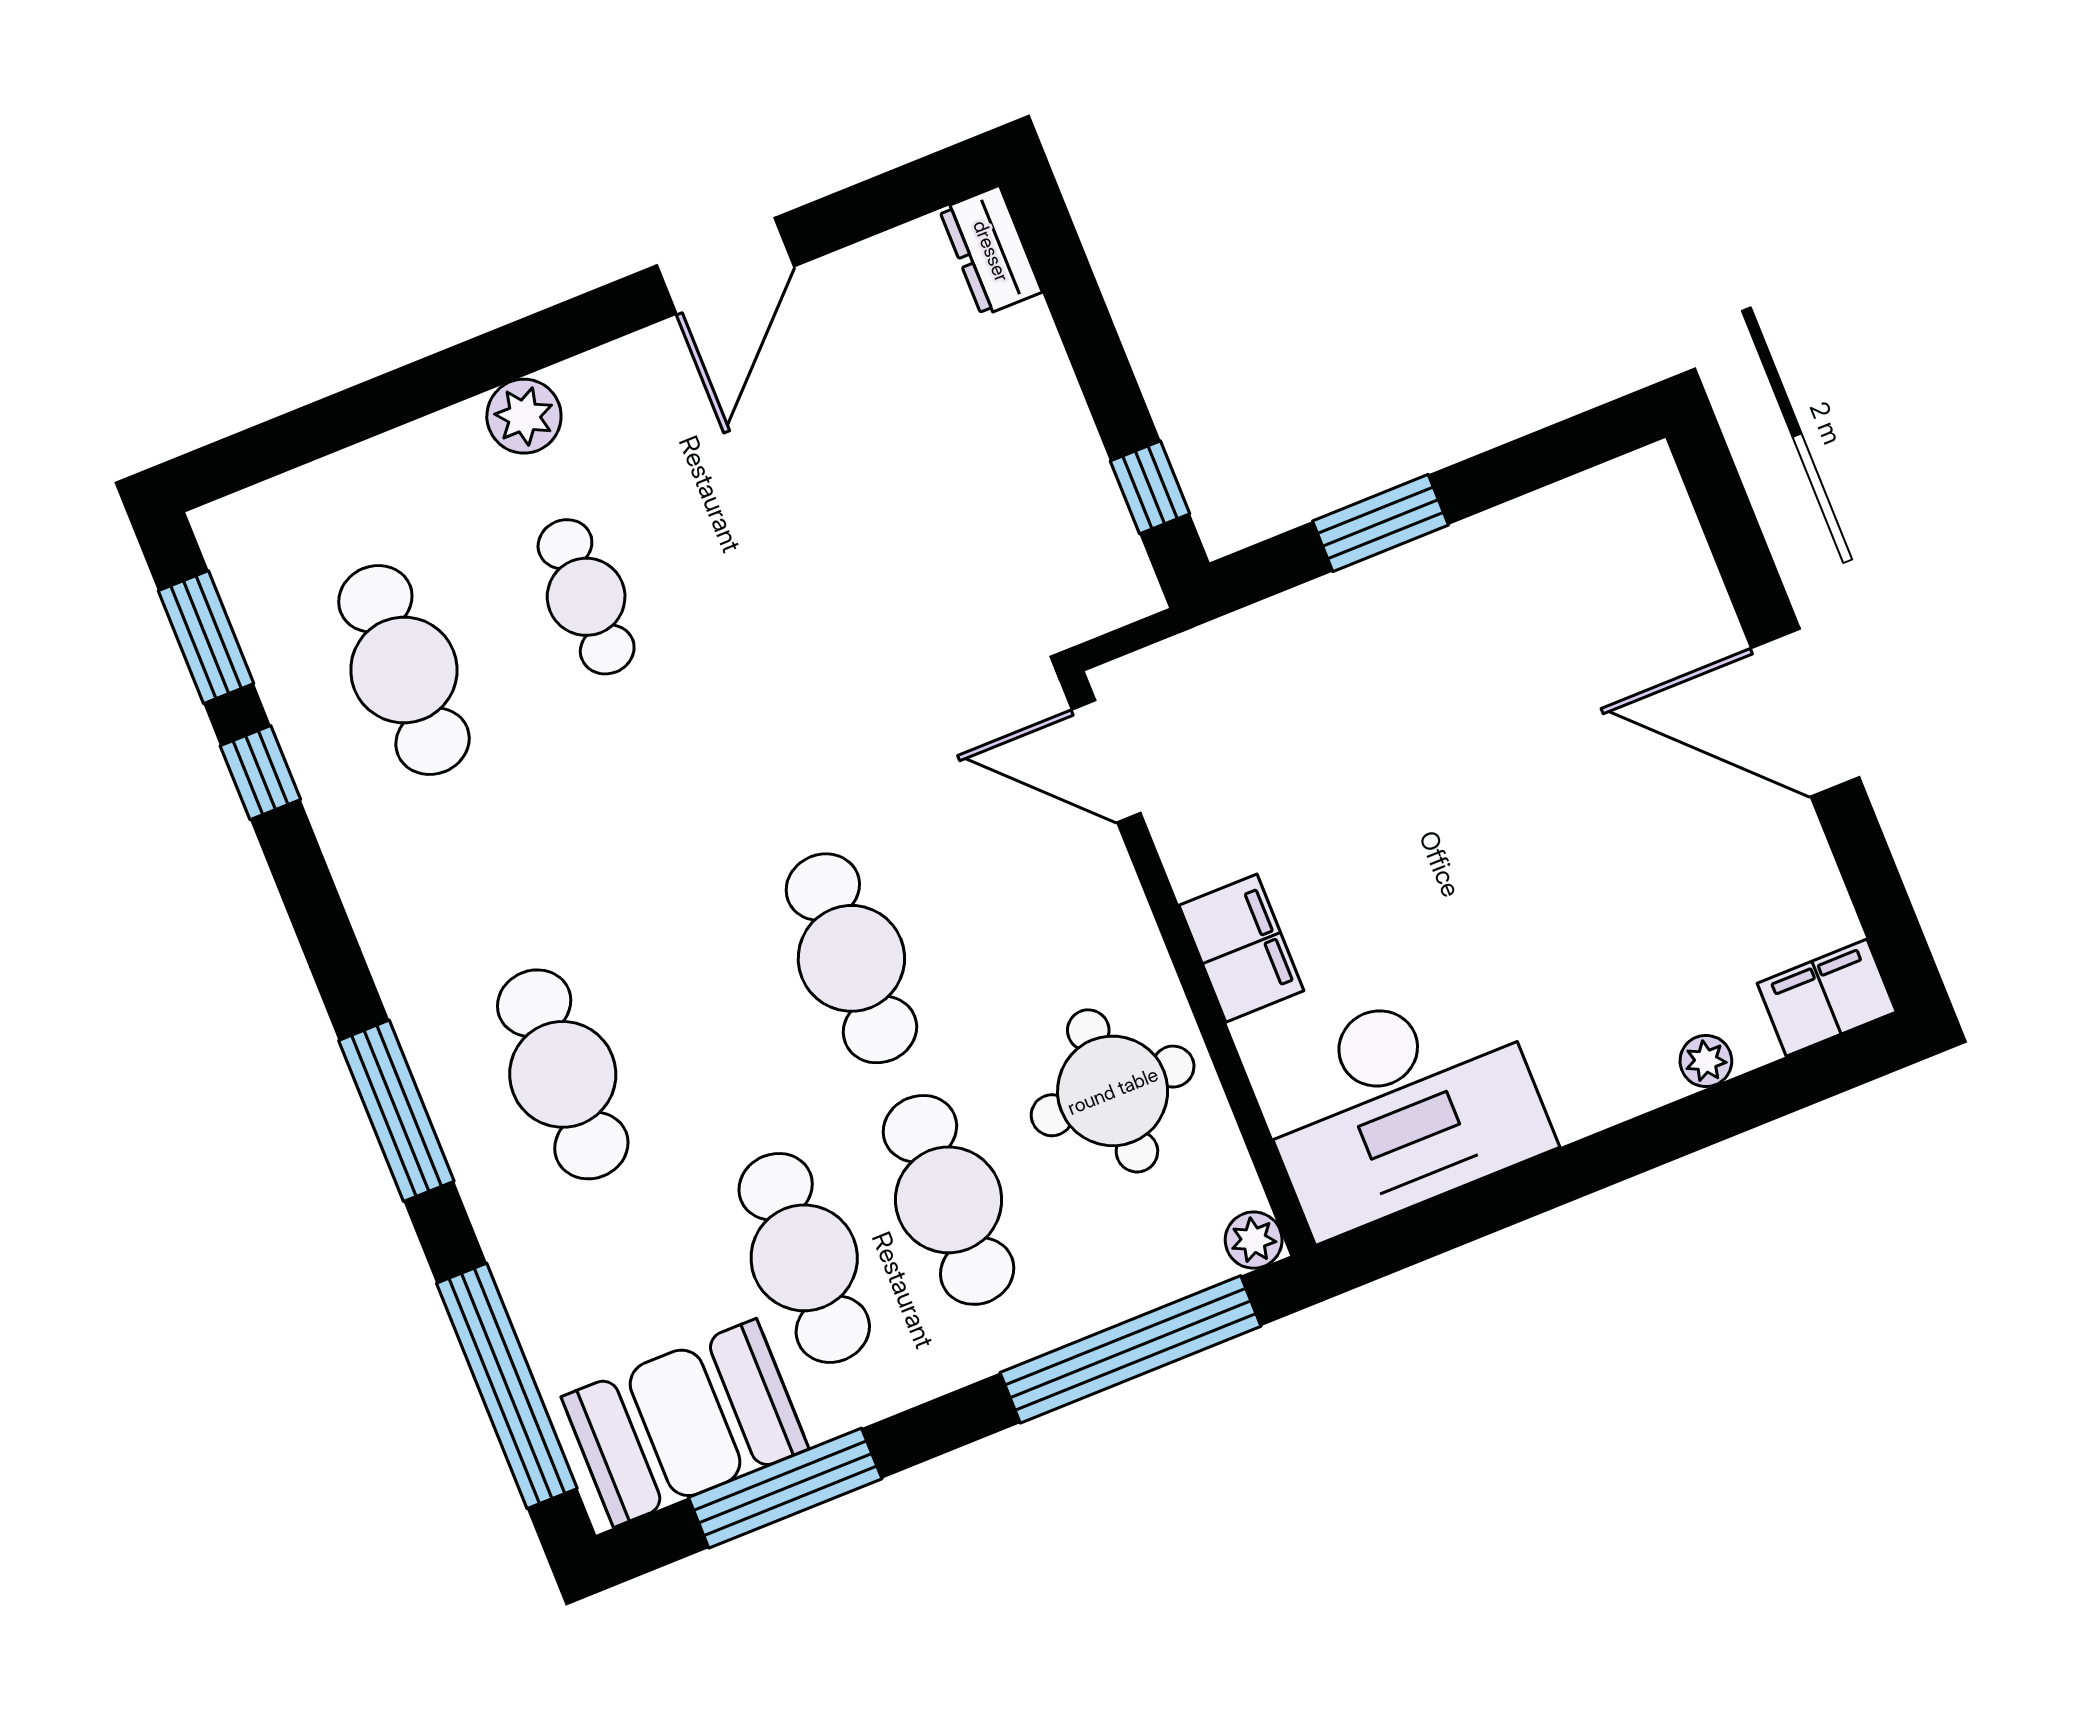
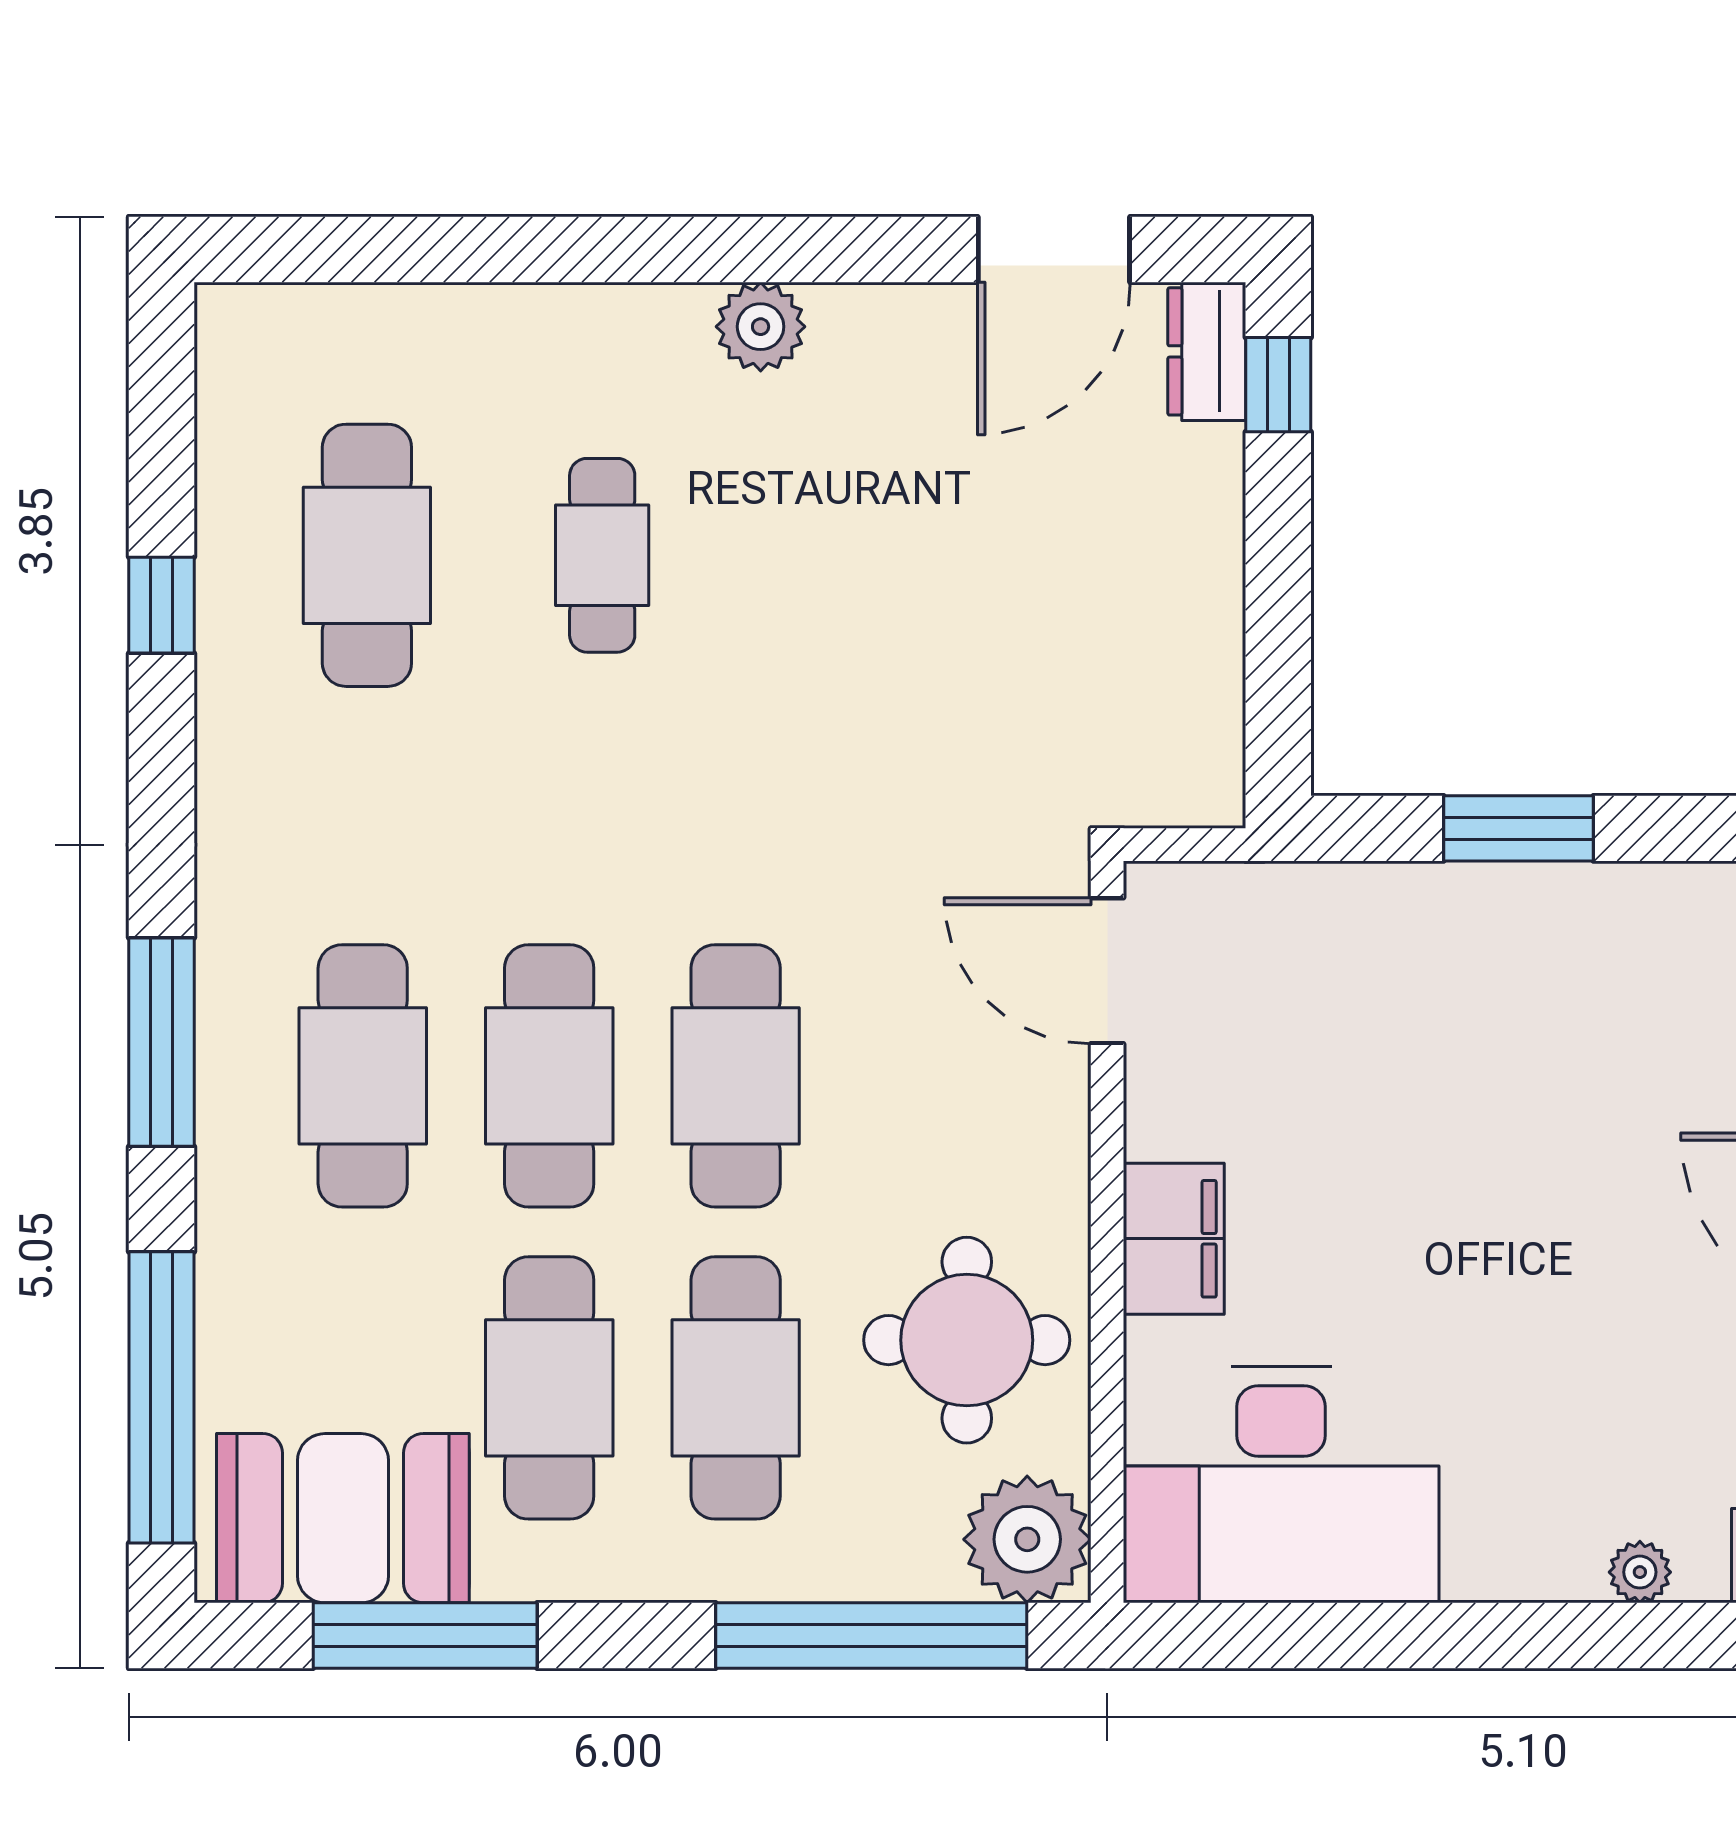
door: (725, 266) -> (1054, 250), moved
plant: (524, 416) -> (761, 327), moved
window: (1150, 487) -> (1278, 385), moved
window: (206, 637) -> (161, 430), removed
cafe table: (707, 1016) -> (549, 1076), added
plant: (1254, 1240) -> (1027, 1539), width x1.88, depth x1.88

